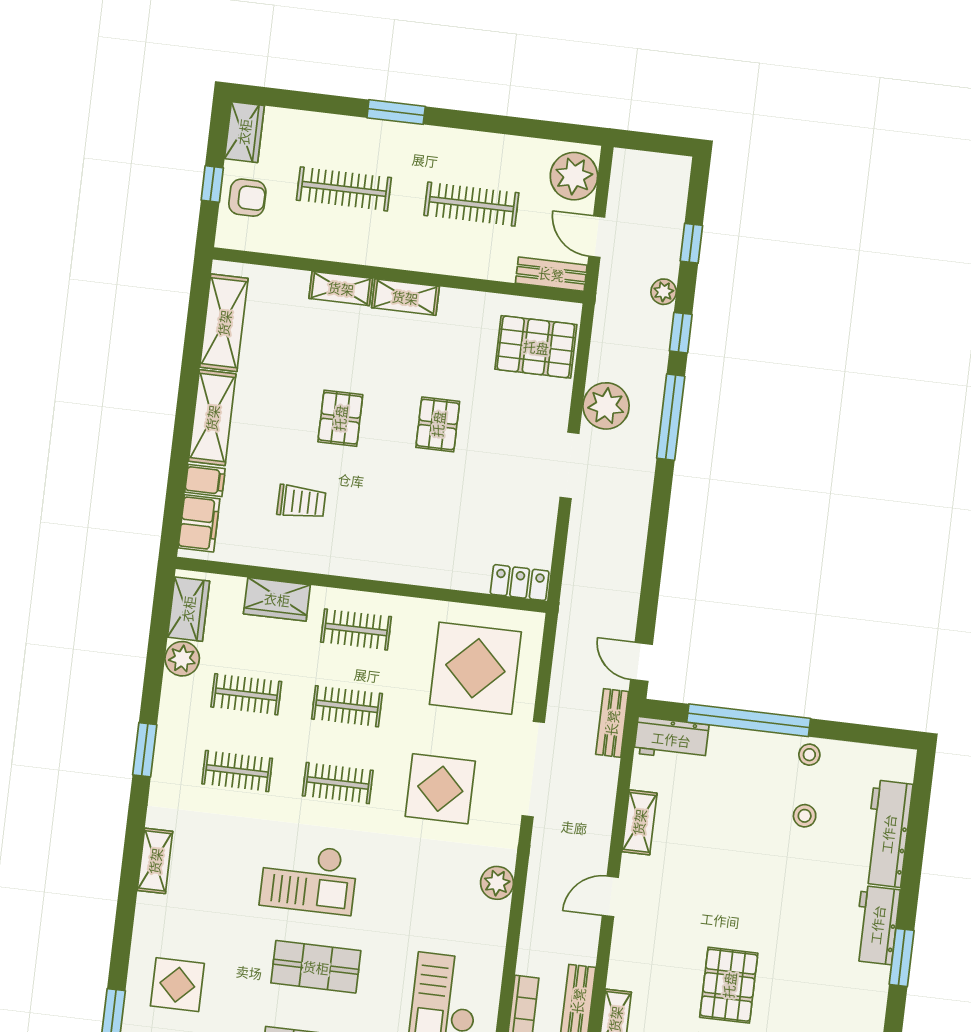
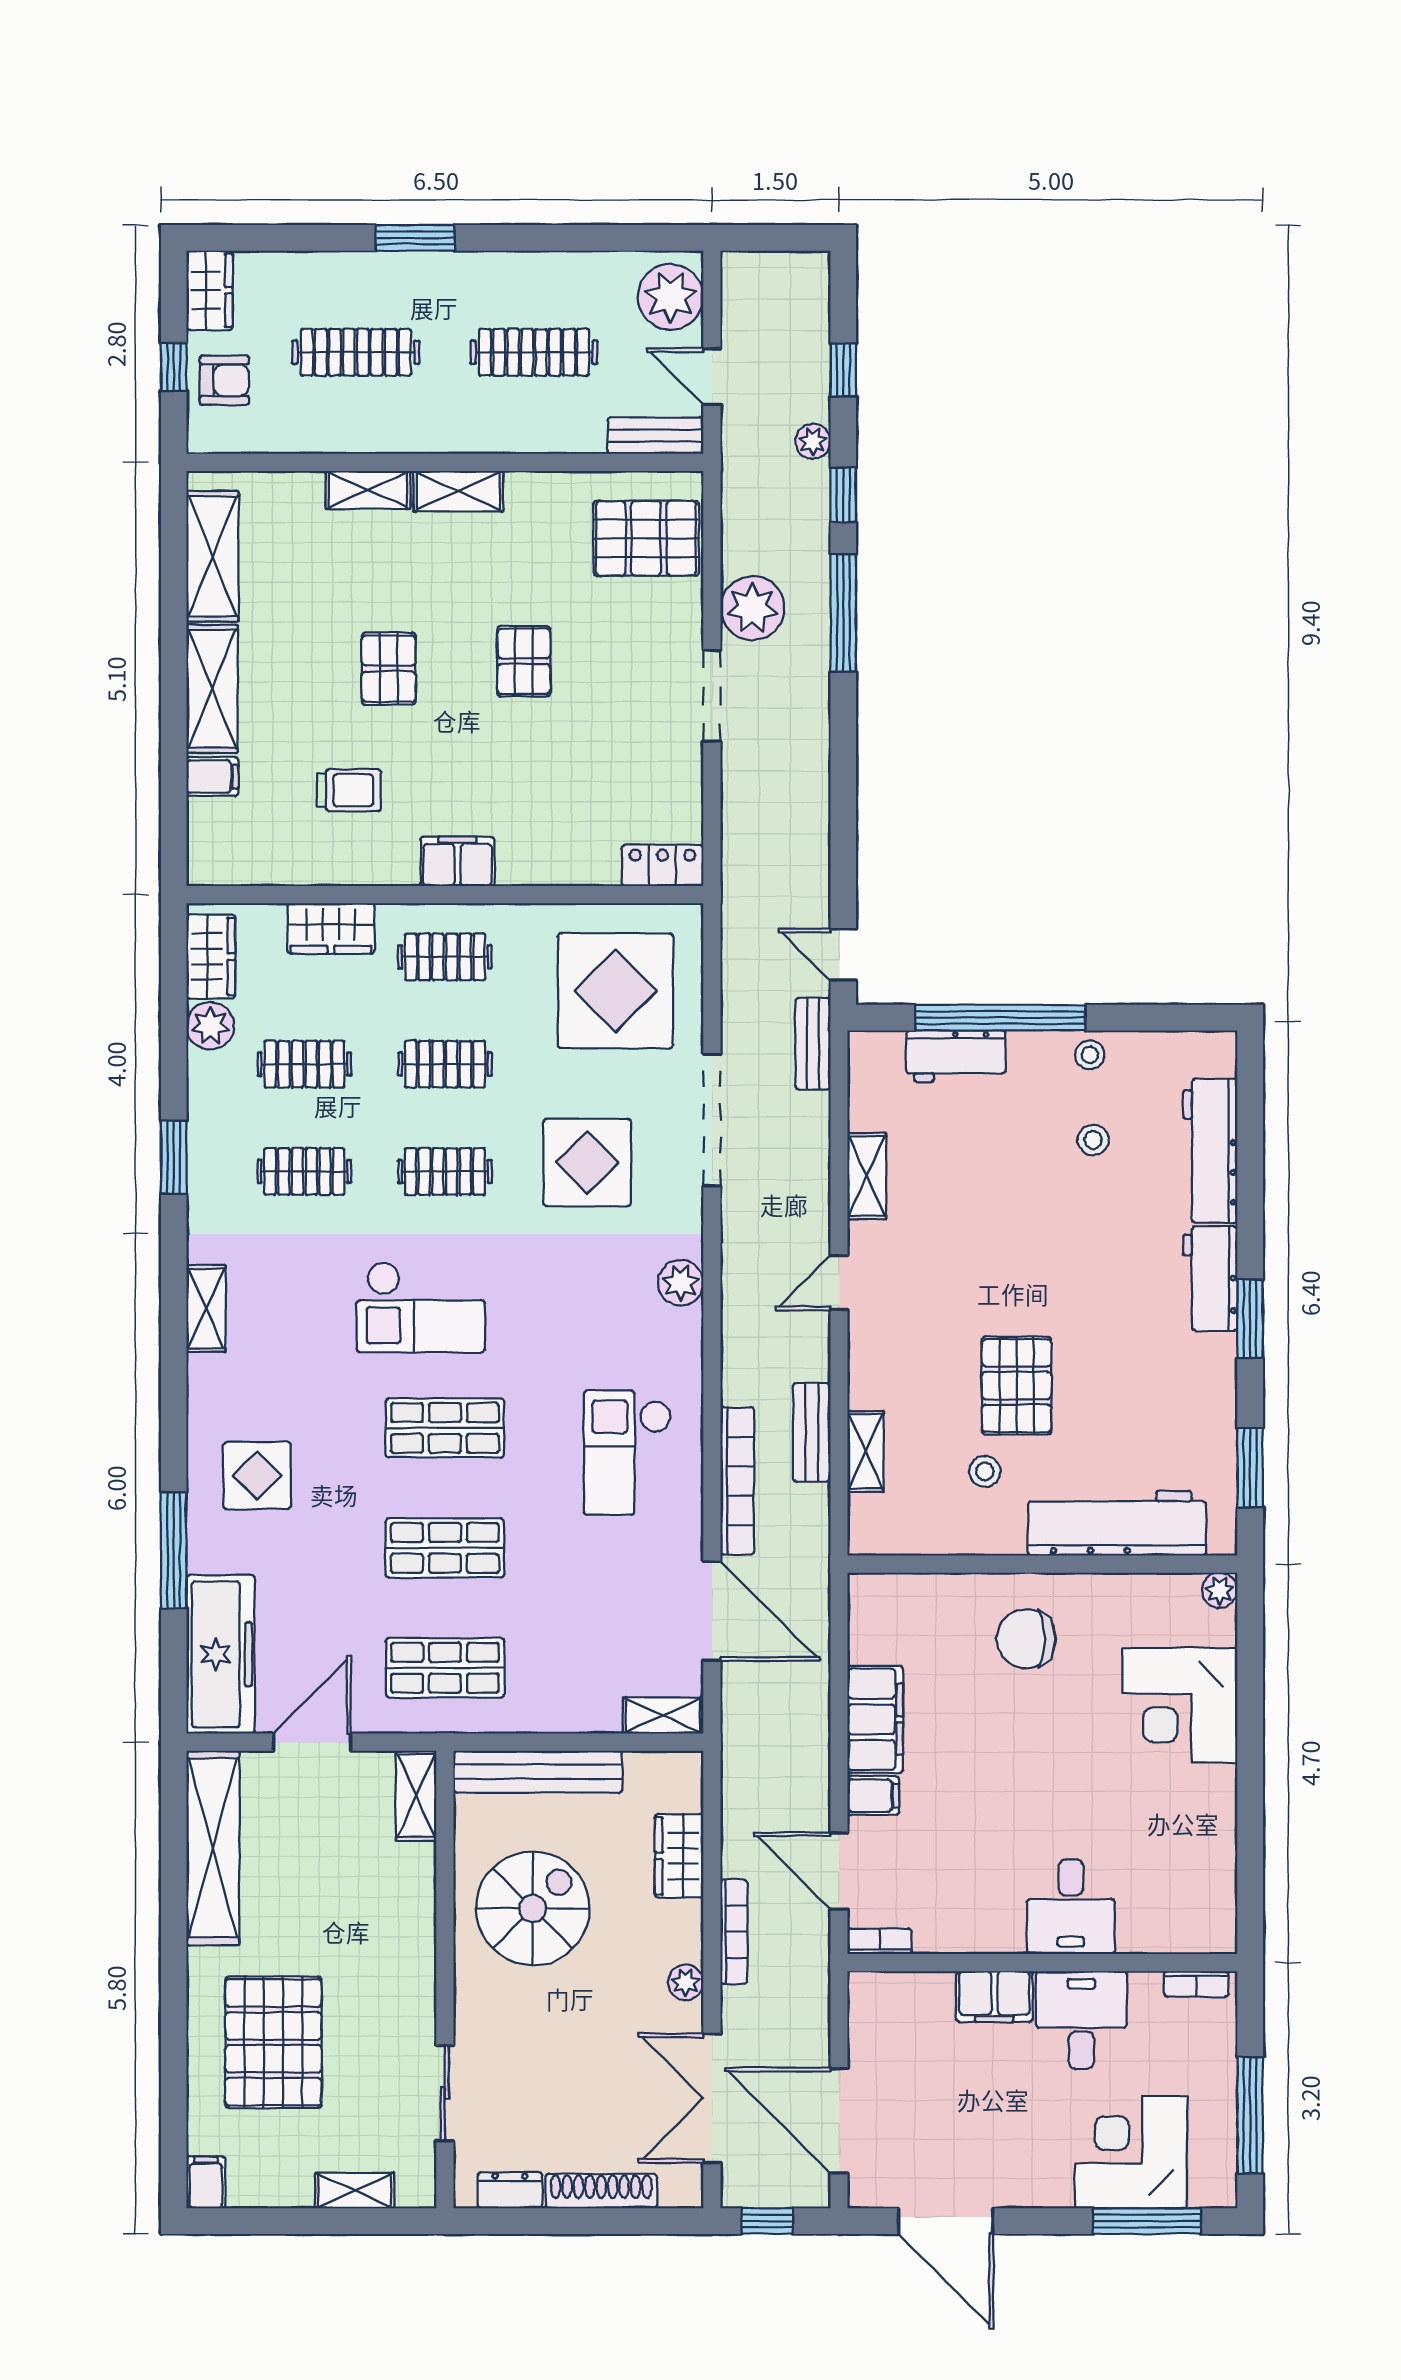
filing cabinet: (199, 523) -> (457, 861), moved, turned -90
workbench: (671, 739) -> (956, 1056), moved

